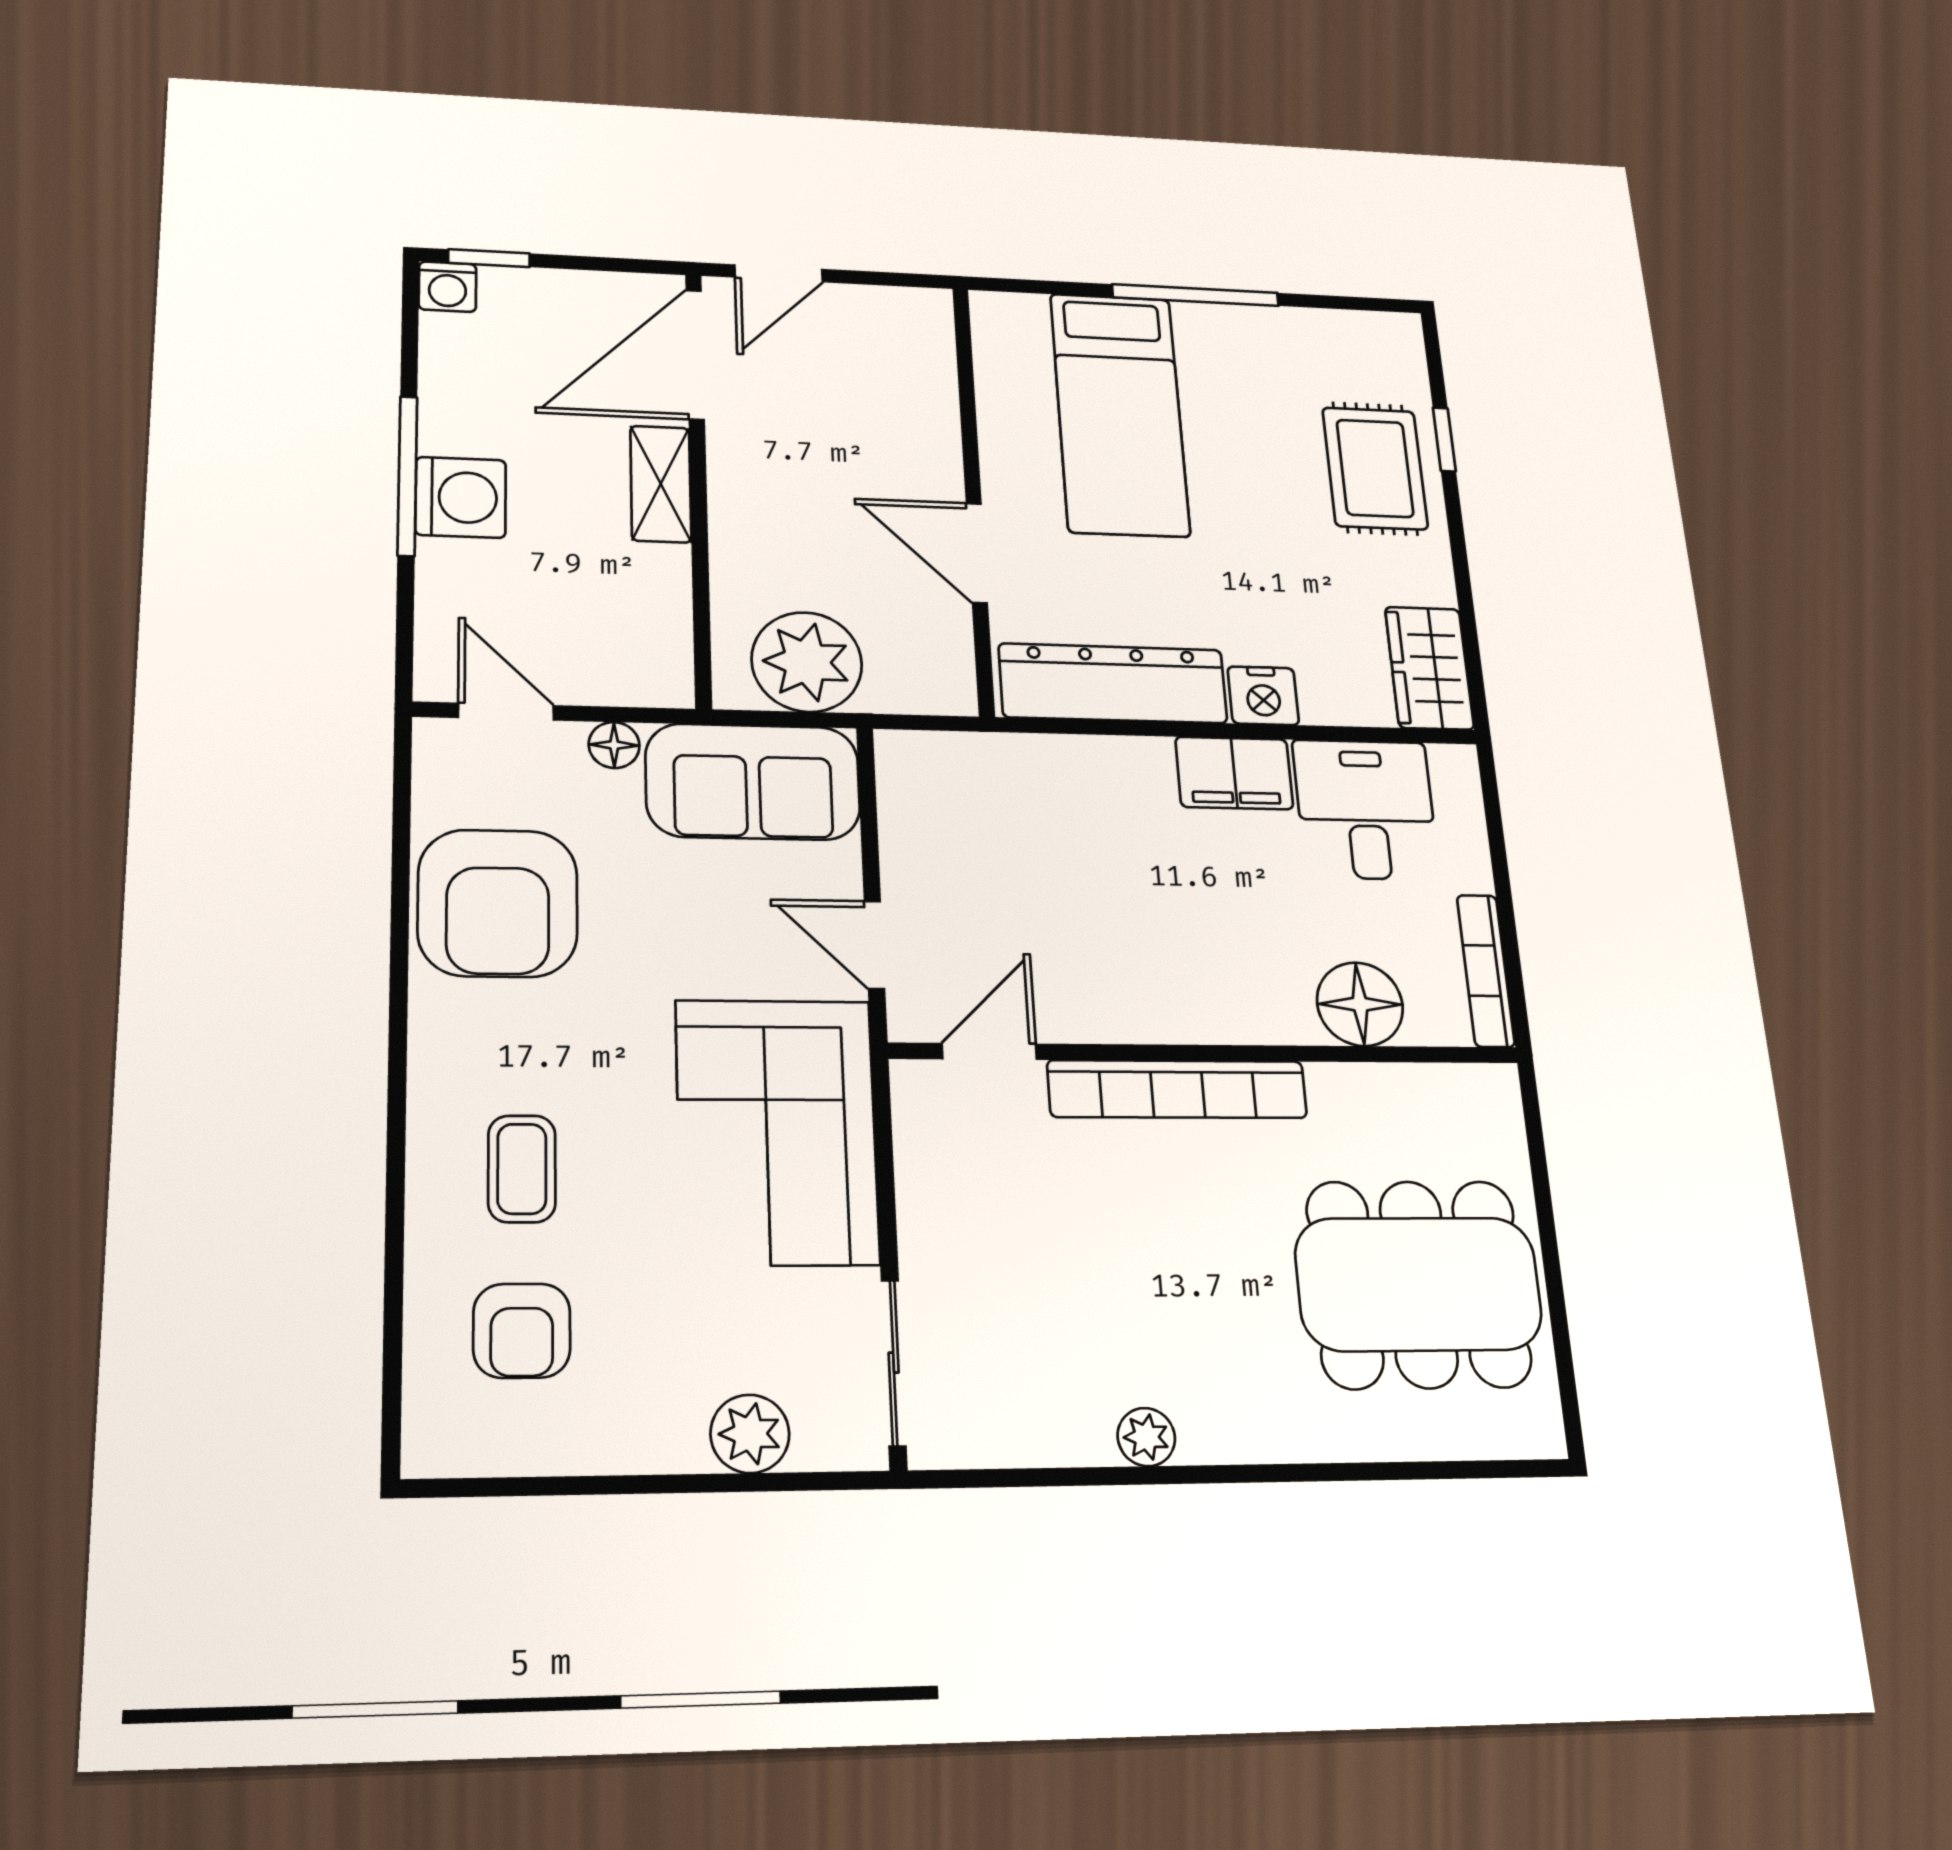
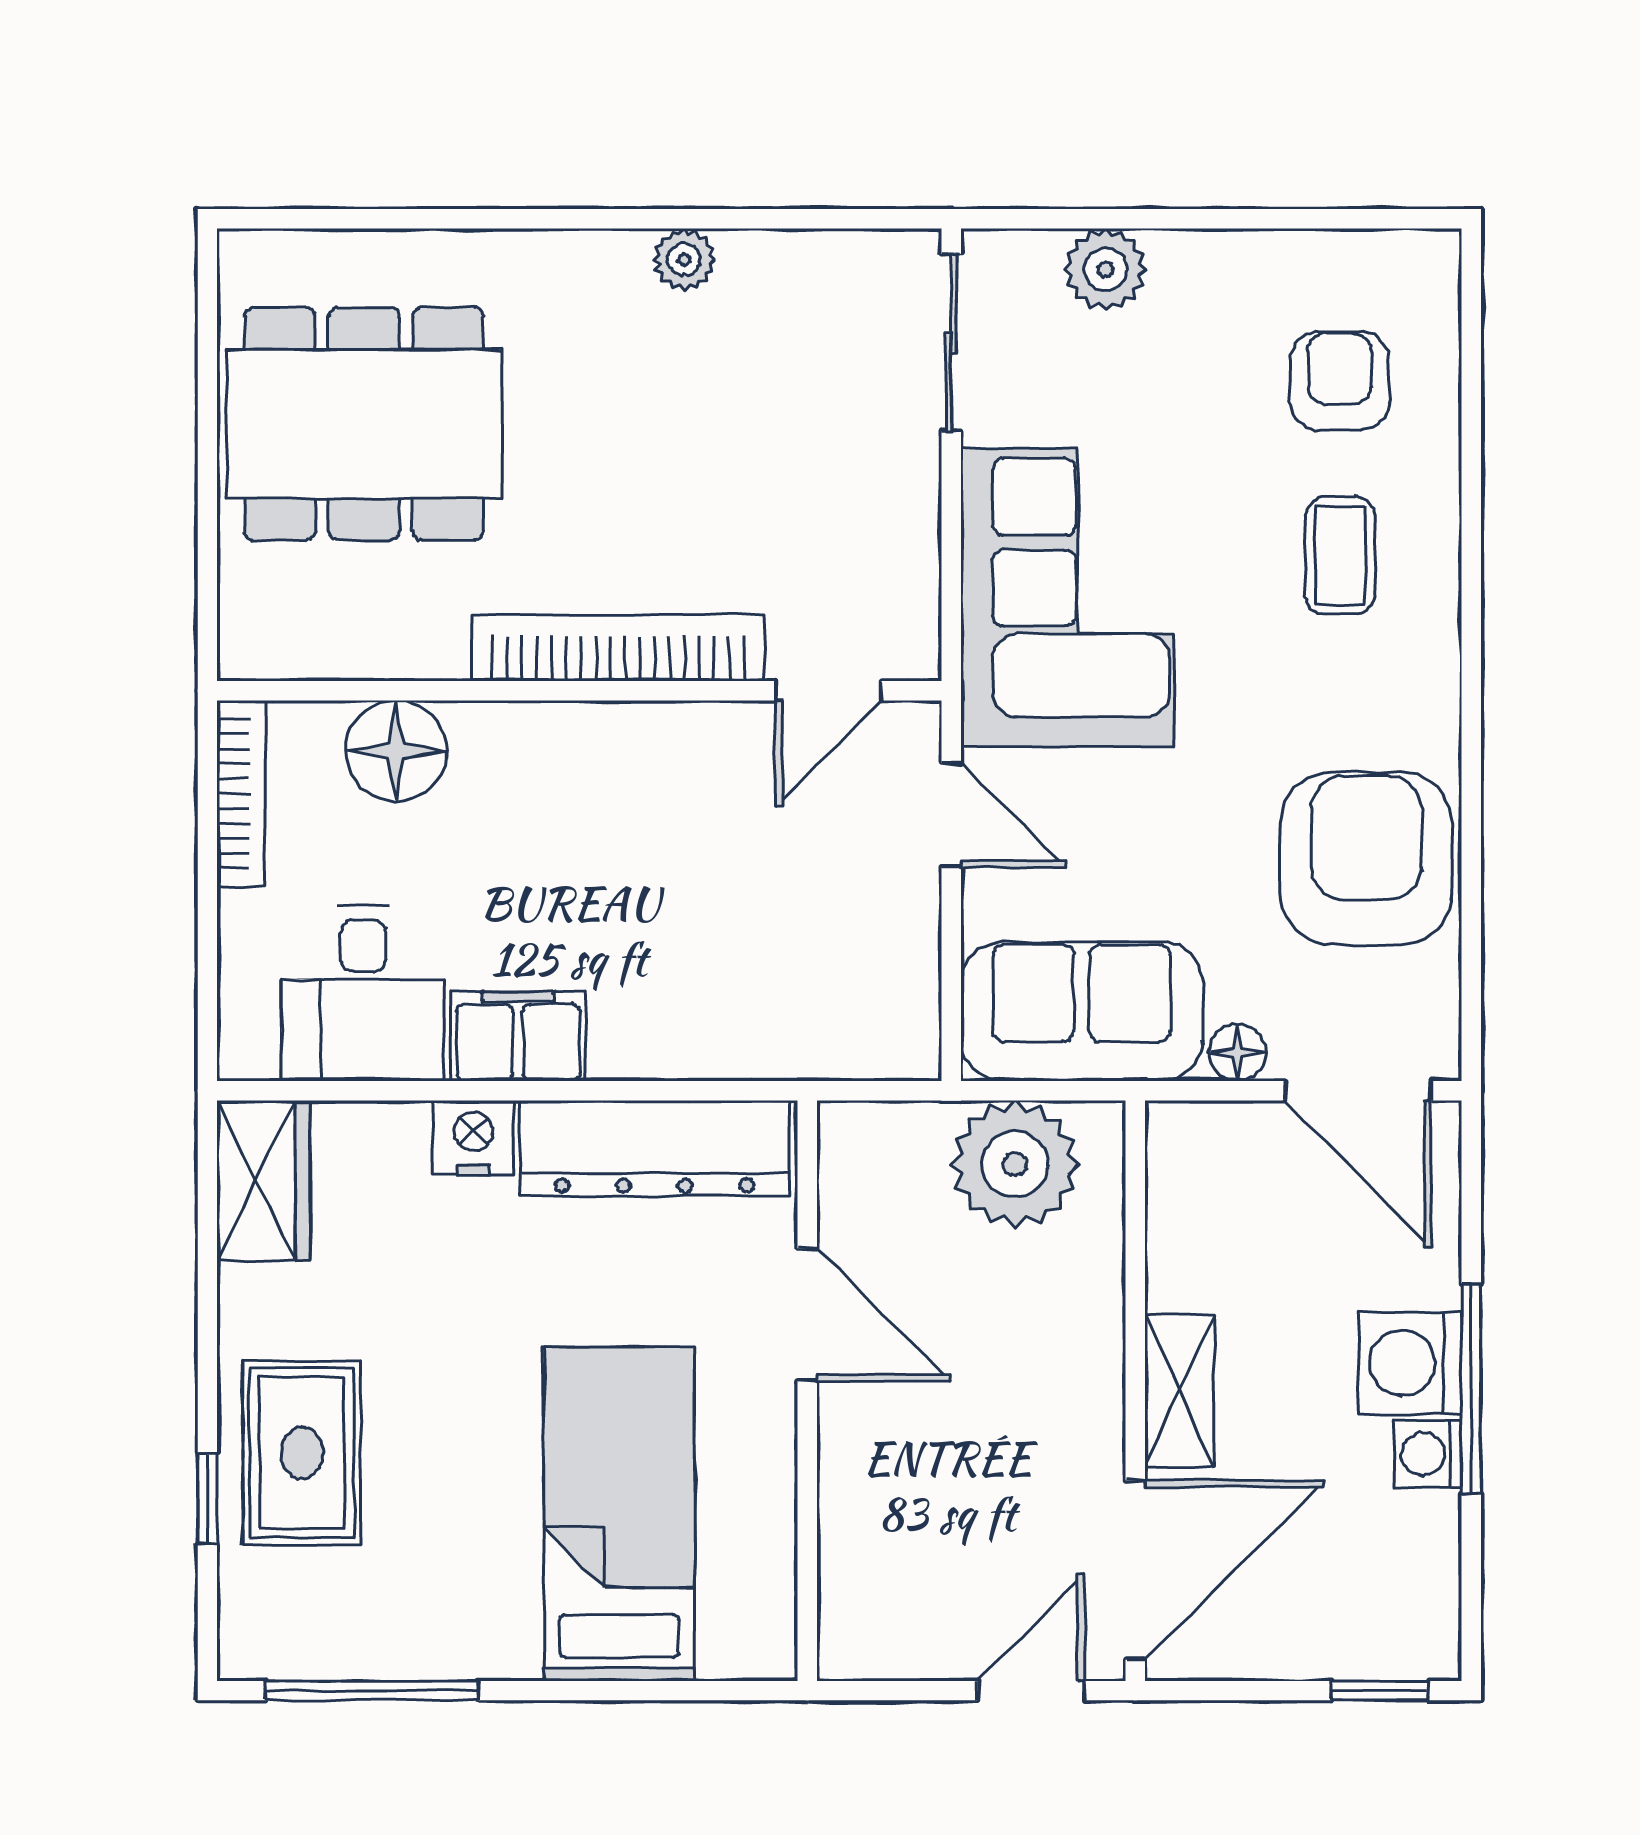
washing machine: (448, 287) -> (1428, 1454), moved, turned -90
window: (1196, 295) -> (371, 1691), moved
door: (506, 712) -> (1358, 1091), width x1.38

